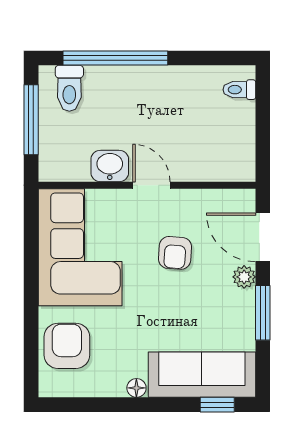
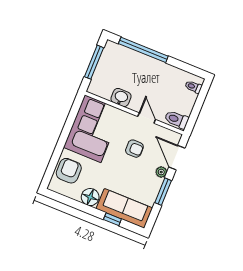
toilet: (69, 88) -> (177, 119), moved, turned 90
door: (151, 185) -> (147, 118), moved
armchair: (175, 253) -> (134, 149), turned -94
floor lamp: (136, 388) -> (90, 197), width x1.89, depth x1.89
window: (217, 405) -> (112, 219), moved

